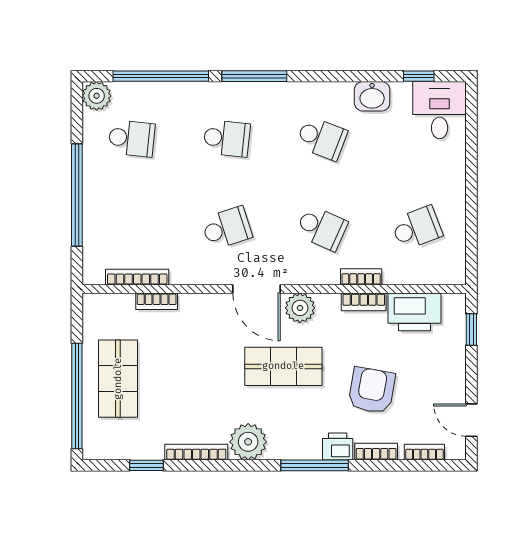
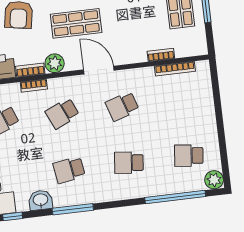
window: (254, 76) -> (73, 209), moved
school desk: (322, 138) -> (69, 170), turned -30
window: (77, 195) -> (219, 116), removed
school desk: (322, 228) -> (62, 113), turned -48
plant: (300, 308) -> (55, 63), moved

